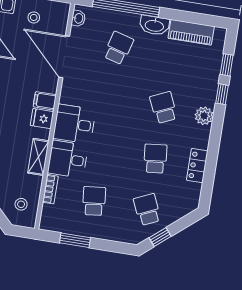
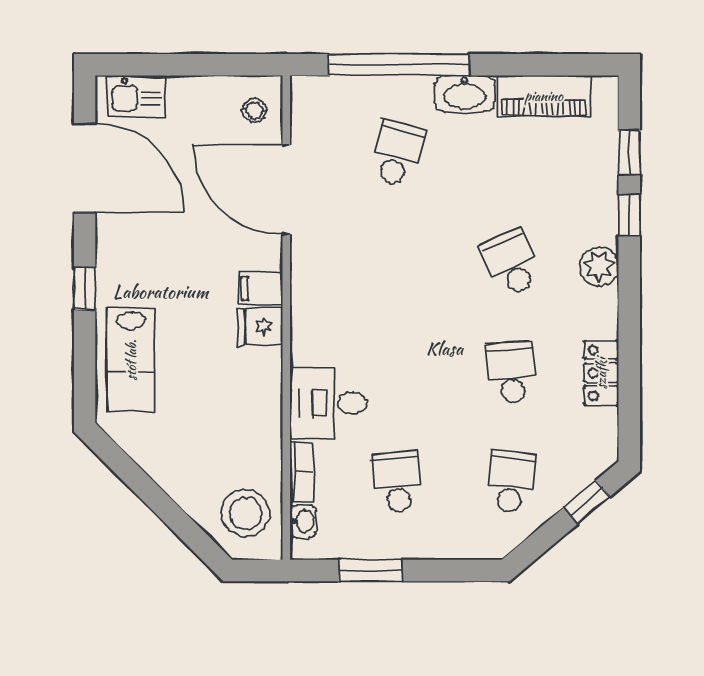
stool: (34, 17) -> (254, 110), moved
washbasin: (78, 18) -> (303, 521), moved
desk: (74, 124) -> (330, 327), removed
shelving: (38, 157) -> (266, 408), removed
stool: (21, 204) -> (245, 513), width x1.89, depth x1.89
school desk: (147, 210) -> (511, 482), turned 30
window: (160, 237) -> (587, 502), moved

